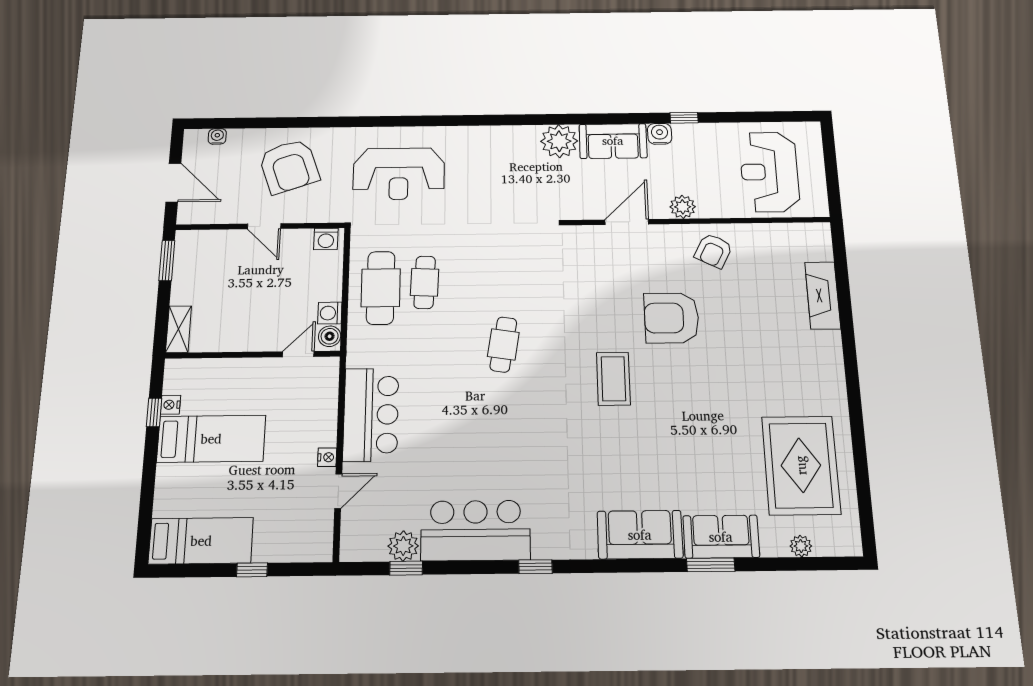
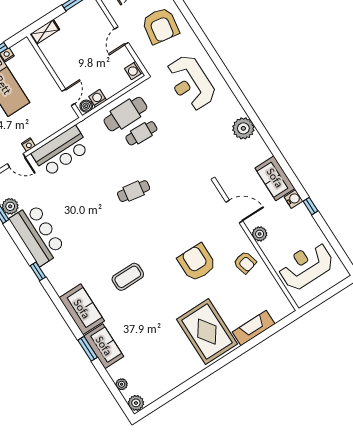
plant: (559, 141) -> (243, 128), moved
armchair: (289, 166) -> (160, 26), turned -62
armchair: (713, 251) -> (245, 262), turned -132
door: (298, 354) -> (68, 97), hinge flipped
coffee table: (613, 379) -> (128, 277), moved
rug: (801, 465) -> (207, 332), moved, turned 90
plant: (845, 542) -> (136, 403), added

